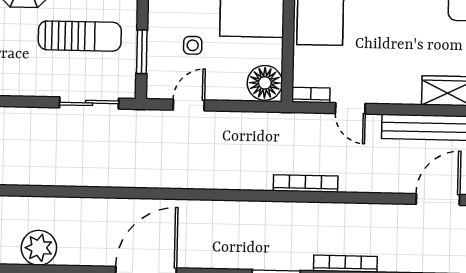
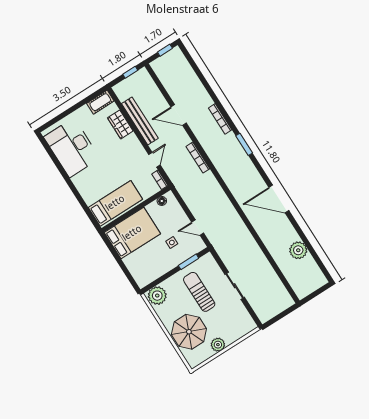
floor lamp: (265, 83) -> (162, 201), width x0.53, depth x0.53
sliding door: (89, 103) -> (235, 286), moved
door: (438, 199) -> (179, 115), moved

